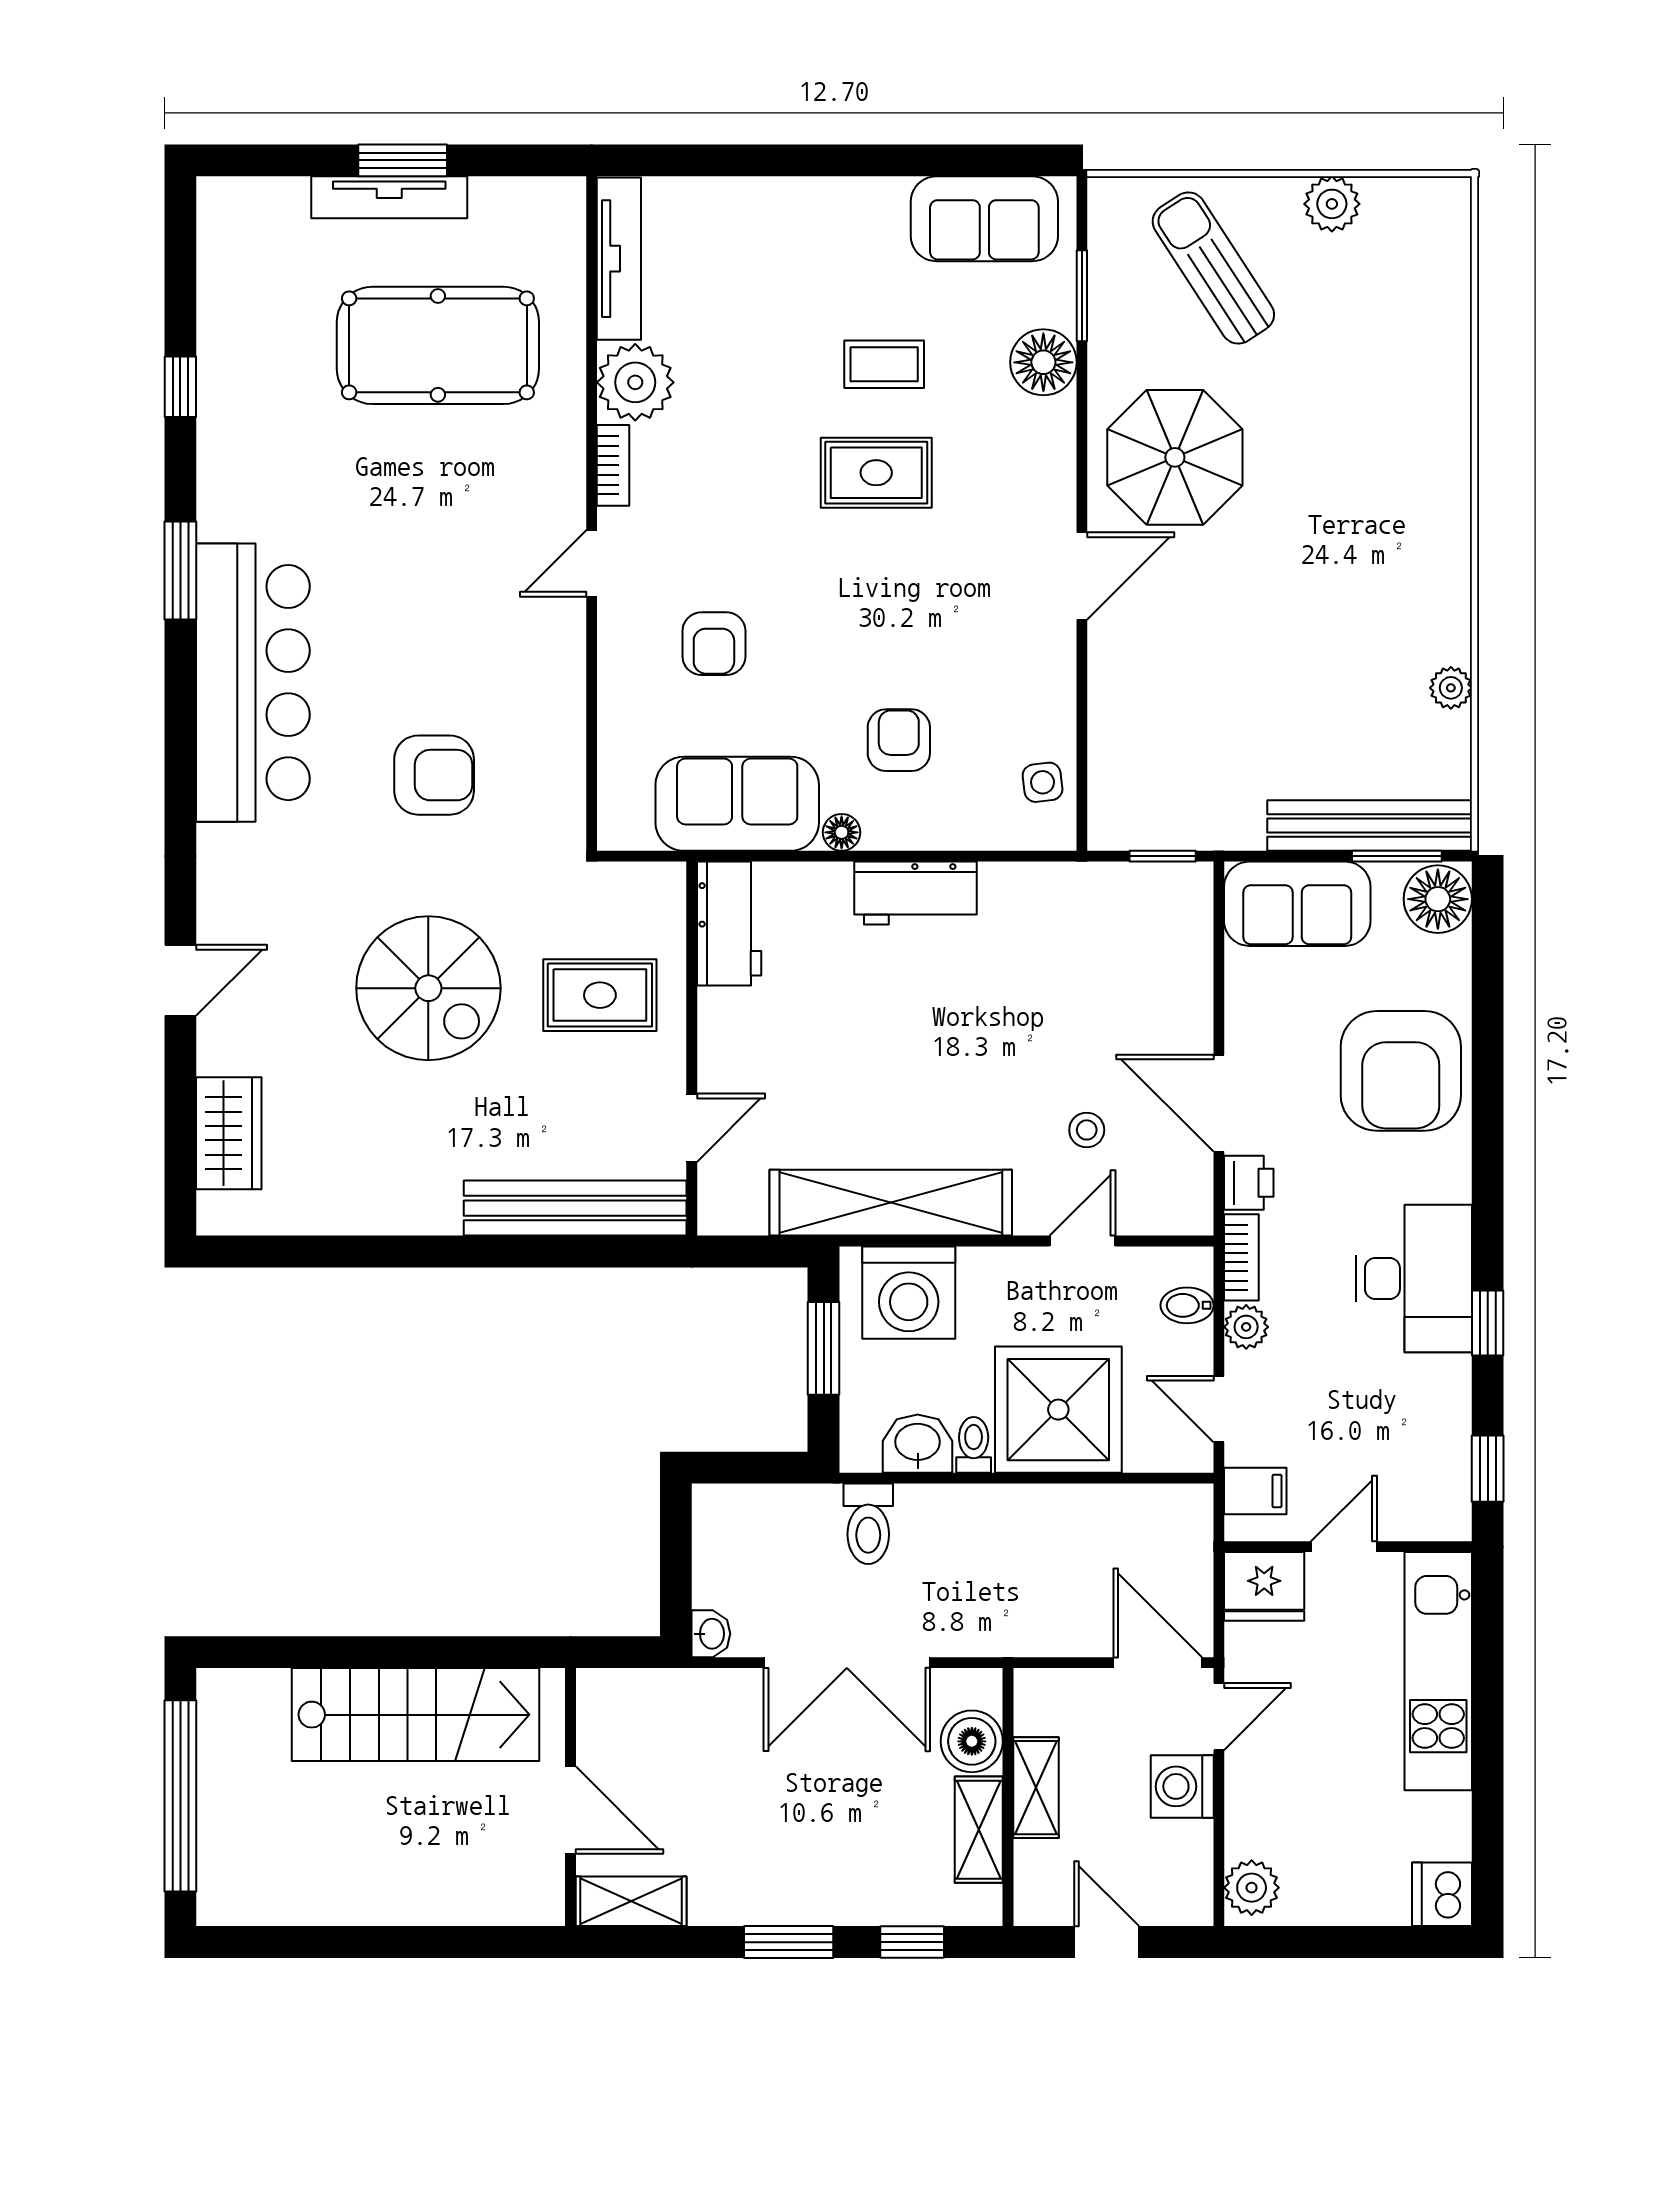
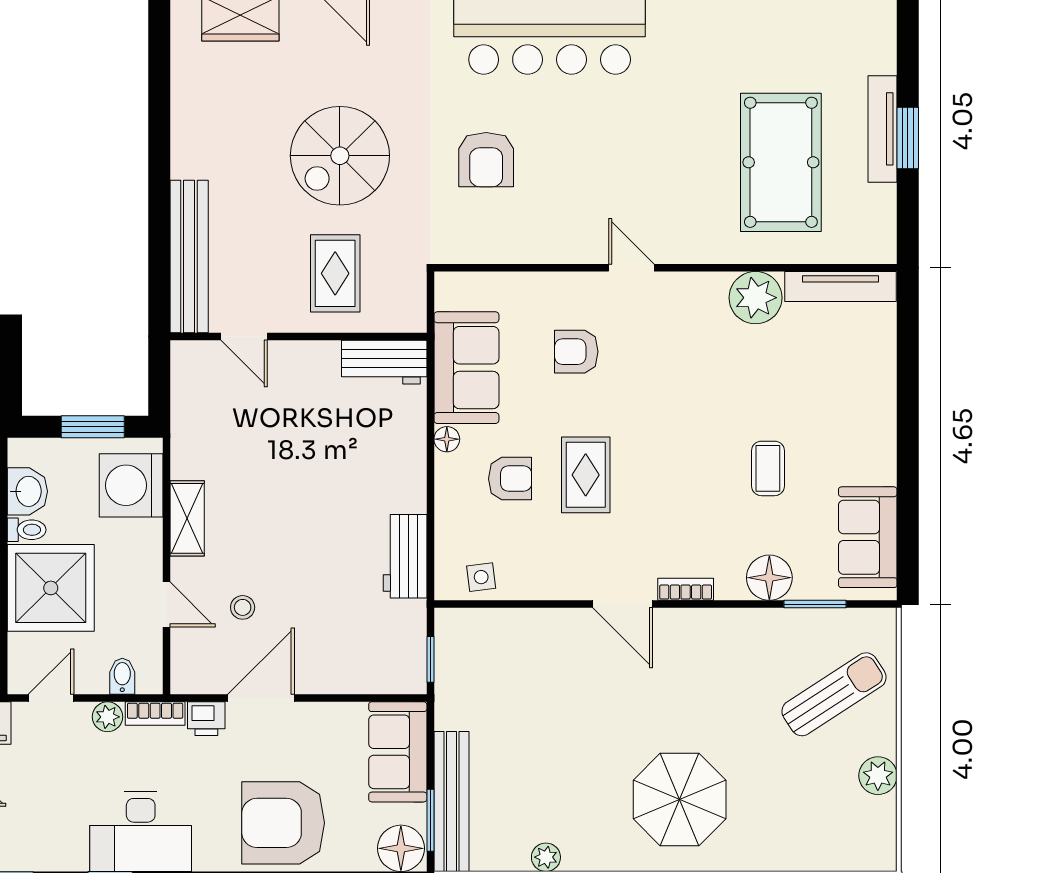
parasol: (1175, 457) -> (680, 800), moved
bookcase: (613, 465) -> (686, 589), moved, turned 180
rug: (876, 473) -> (586, 475), moved
workbench: (915, 893) -> (405, 556), moved
shelving: (891, 1203) -> (187, 518), width x0.45, depth x0.75

